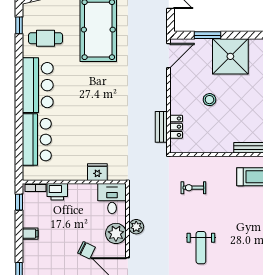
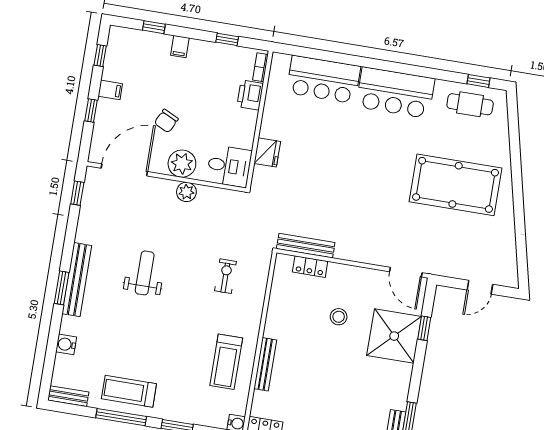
window: (208, 35) -> (424, 328), width x0.67
cafe table: (45, 38) -> (470, 104), moved, turned 90
shower: (230, 56) -> (394, 336), moved
bench: (161, 127) -> (306, 246), width x1.36
window: (19, 202) -> (227, 39), moved
filing cabinet: (30, 234) -> (180, 47), moved
weight bench: (201, 248) -> (145, 273), turned 90

